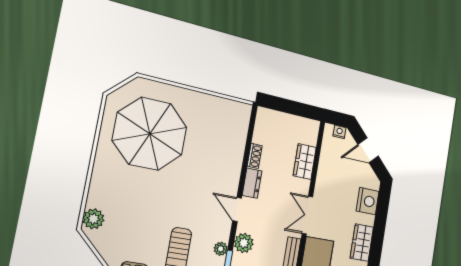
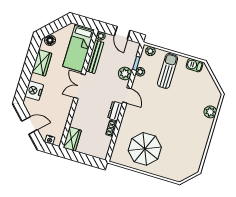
parasol: (150, 134) -> (145, 149), moved, width x0.73, depth x0.73
wardrobe: (305, 162) -> (72, 139), moved
double door: (307, 215) -> (79, 86), swing flipped
plant: (93, 219) -> (210, 112), moved

